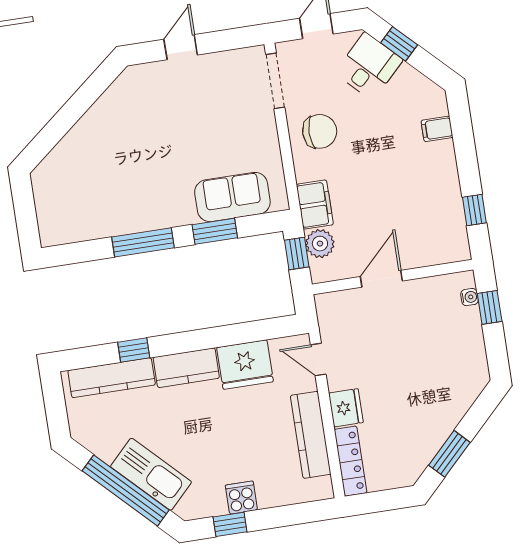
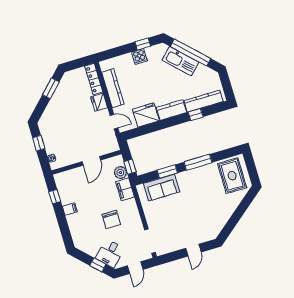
filing cabinet: (437, 129) -> (70, 209), moved
chair: (320, 131) -> (111, 219), moved, turned -90
rug: (71, 202) -> (232, 176), added
window: (490, 307) -> (39, 143), moved

